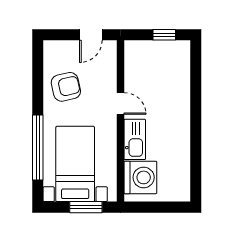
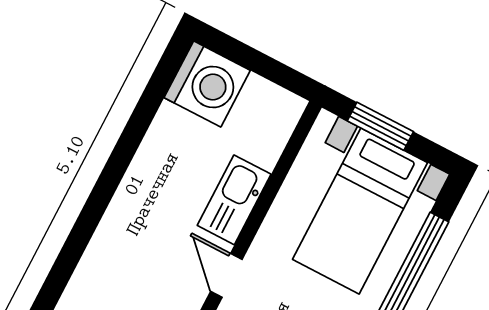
washing machine: (140, 177) -> (207, 84), moved, turned 180

